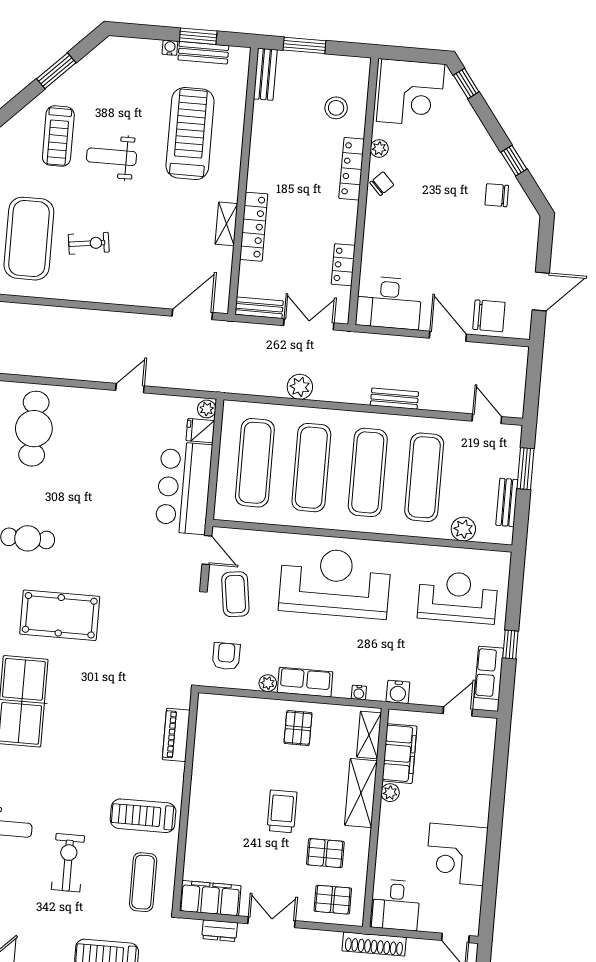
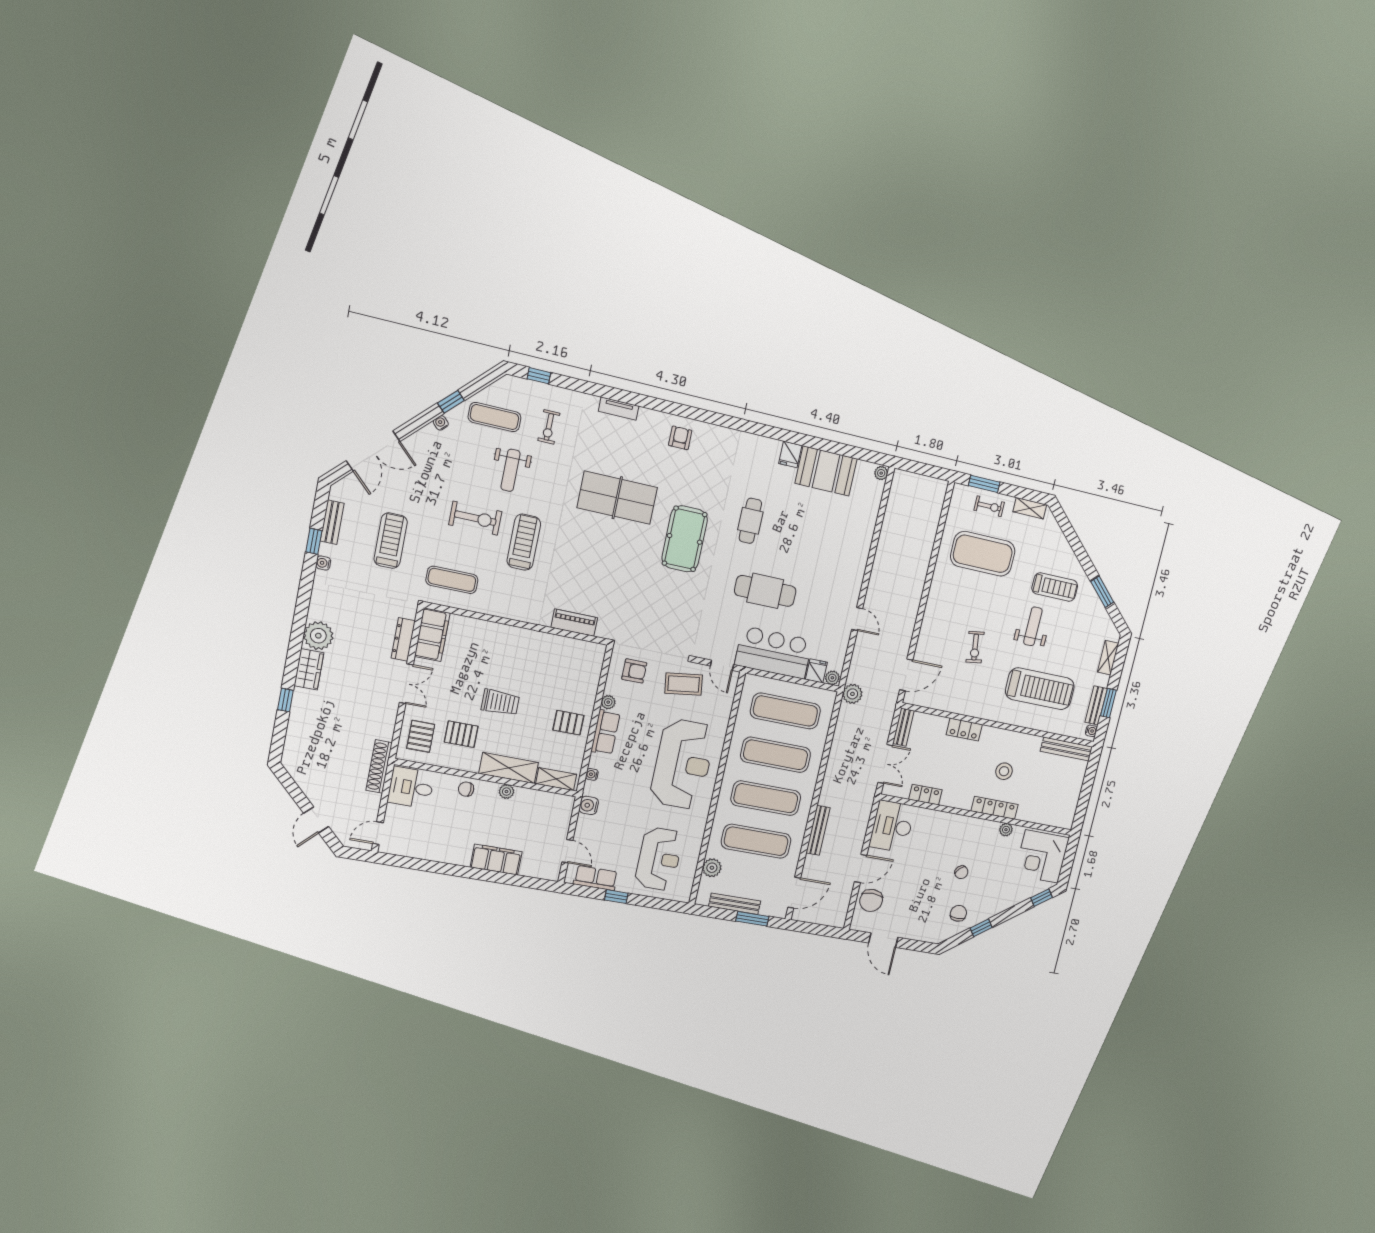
window: (304, 45) -> (1088, 782), removed
water cooler: (170, 48) -> (1091, 731), moved
bench: (265, 74) -> (1066, 749), width x1.36
stool: (336, 108) -> (1004, 771), moved
treadmill: (58, 136) -> (1055, 587), turned 180
chair: (382, 184) -> (961, 872), moved
shelving: (226, 224) -> (1108, 658), moved, turned 90
locker: (254, 227) -> (964, 730), width x0.66
exercise bike: (89, 243) -> (975, 647), moved
door: (192, 314) -> (906, 675), hinge flipped
plant: (300, 387) -> (852, 694), moved
bench: (394, 399) -> (818, 830), width x1.36
door: (487, 419) -> (794, 893), width x1.38
cafe table: (34, 429) -> (765, 591), moved
bench: (507, 502) -> (735, 904), width x1.36
door: (207, 550) -> (722, 665), hinge flipped
filing cabinet: (399, 754) -> (496, 859), moved, turned 180
treadmill: (143, 816) -> (524, 542), moved
chair: (392, 841) -> (466, 789), added
pallet: (325, 853) -> (461, 734), turned 90
corner desk: (457, 854) -> (449, 840), removed
dresser: (220, 931) -> (403, 639), width x1.44

